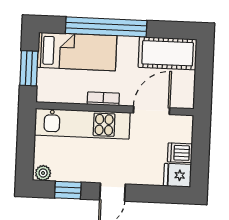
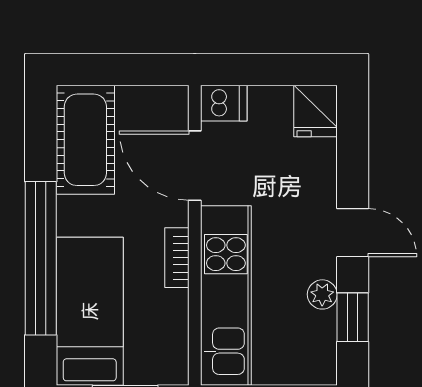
dishwasher: (180, 153) -> (224, 103), moved, turned -90
plant: (43, 173) -> (322, 294), moved

